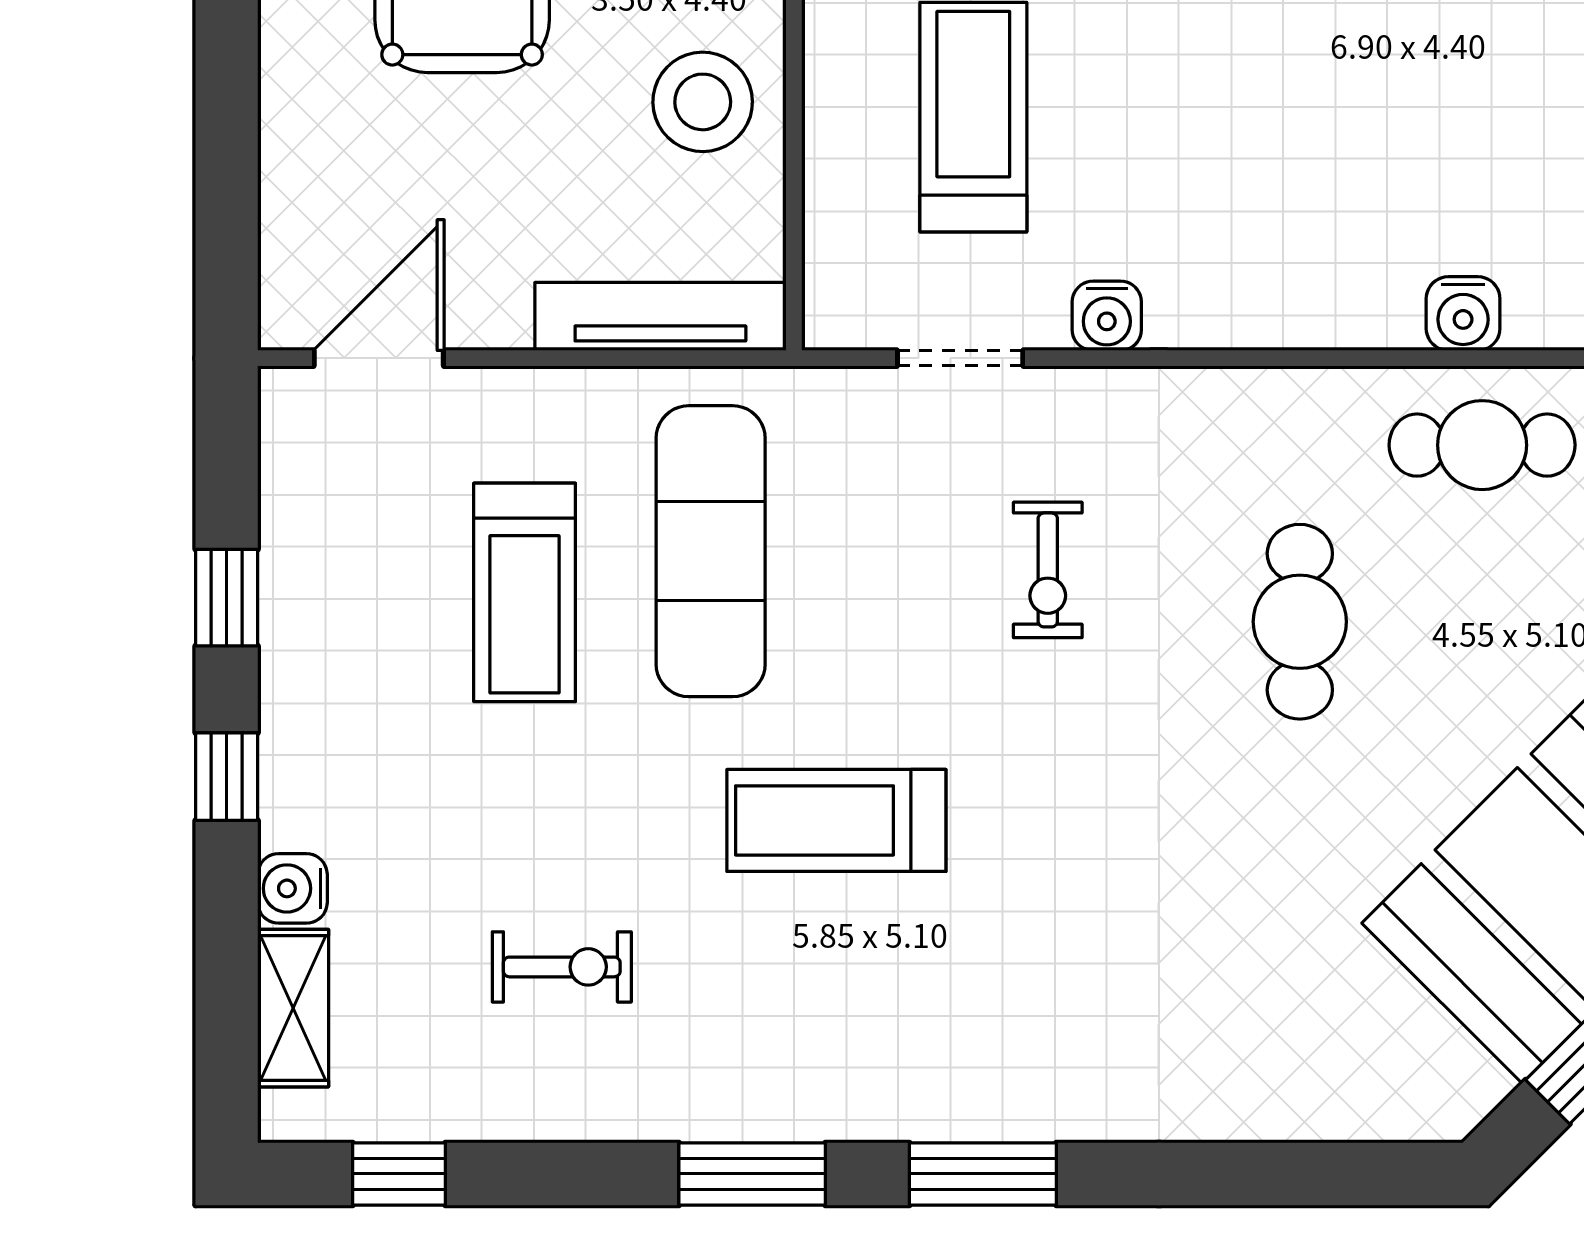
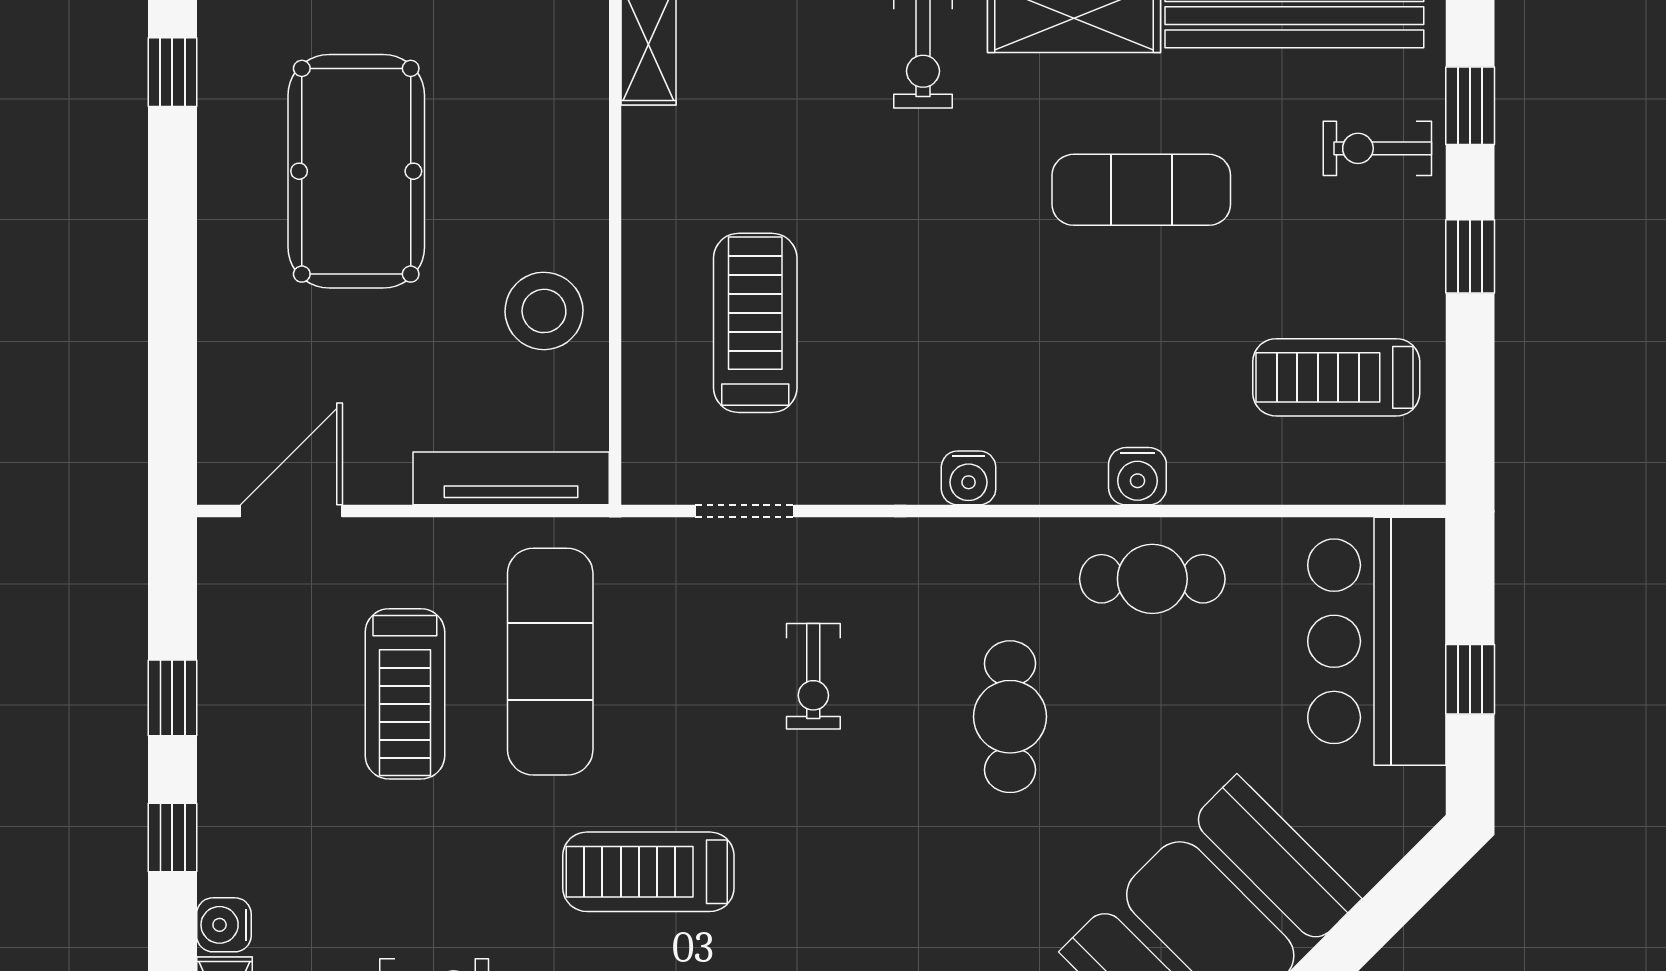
water cooler: (1107, 316) -> (969, 478), moved

